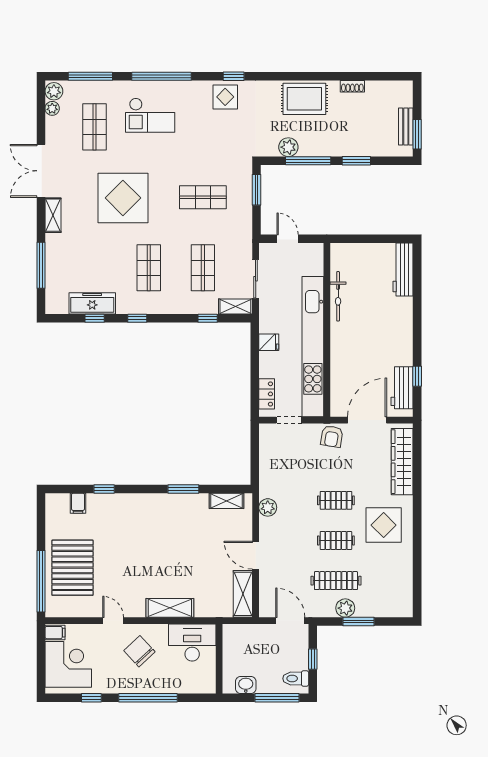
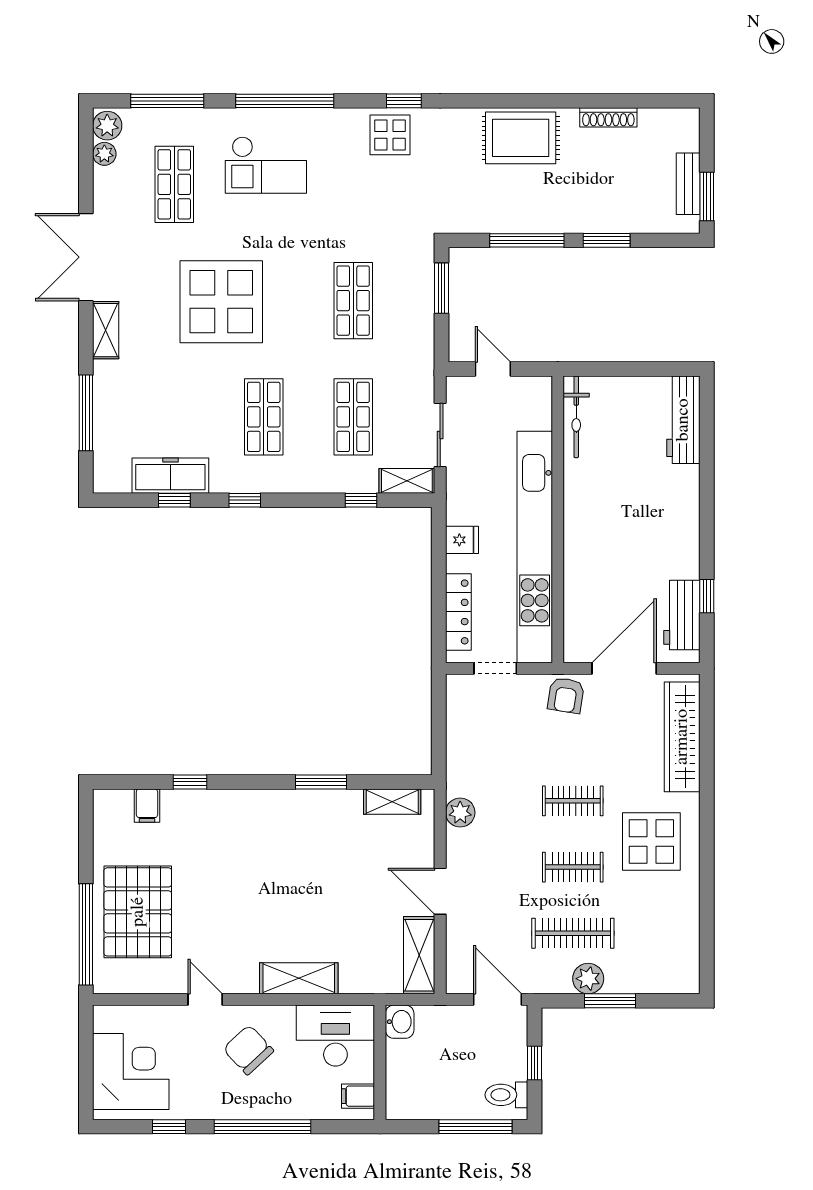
shoe rack: (352, 86) -> (608, 117), width x1.43
plant: (288, 147) -> (494, 218), removed
shop shelf: (203, 197) -> (353, 301), turned 90
bicycle: (338, 296) -> (576, 417), moved
locker: (267, 394) -> (458, 612), width x1.53
filing cabinet: (55, 633) -> (358, 1096), moved, turned 180
washbasin: (246, 685) -> (400, 1022), moved, turned 90

